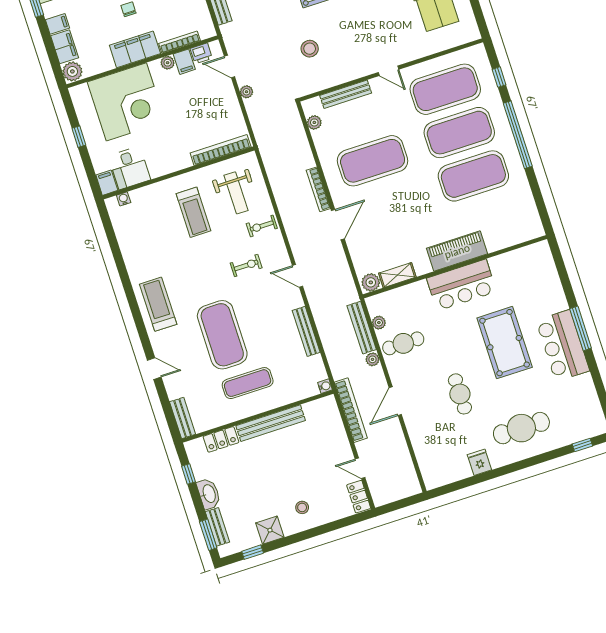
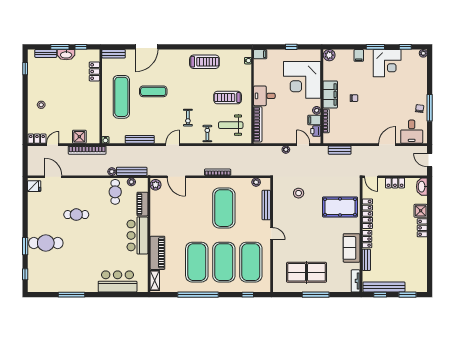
filing cabinet: (65, 47) -> (345, 55), removed
door: (229, 66) -> (303, 145), hinge flipped
door: (389, 71) -> (272, 234), swing flipped
window: (518, 135) -> (198, 295), moved
desk: (129, 168) -> (264, 96), moved
door: (338, 225) -> (176, 177), moved
piano: (457, 251) -> (157, 253), moved
shelving: (397, 275) -> (155, 281), moved
piano: (409, 293) -> (142, 204), added
treadmill: (158, 304) -> (204, 62), moved
window: (581, 328) -> (72, 295), moved
exercise mat: (222, 335) -> (153, 91), width x0.50, depth x0.69
pool table: (505, 343) -> (97, 249), removed
bar counter: (563, 346) -> (118, 281), moved
door: (154, 369) -> (147, 47), width x1.88
exercise mat: (248, 383) -> (121, 97), width x1.36, depth x1.45
door: (395, 401) -> (53, 177), moved
bench: (271, 423) -> (95, 102), removed
cafe table: (521, 428) -> (46, 243), turned 90
window: (537, 460) -> (25, 246), added
fridge: (479, 462) -> (34, 186), moved
shower: (270, 530) -> (79, 137), moved
window: (208, 535) -> (60, 47), moved

